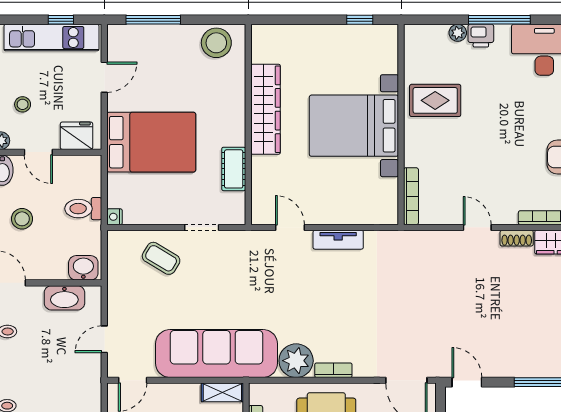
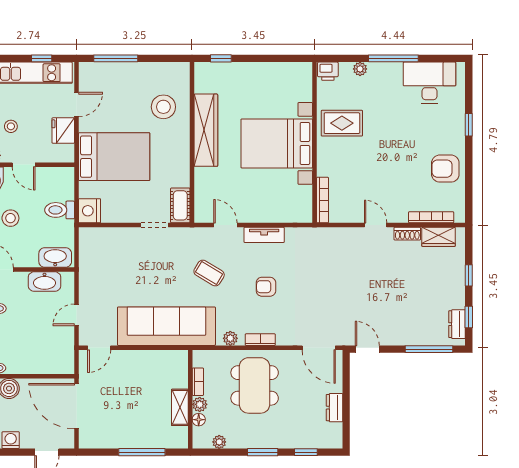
window: (360, 20) -> (221, 58), moved
printer: (481, 36) -> (328, 71), moved
stool: (216, 43) -> (163, 107), moved
fridge: (77, 136) -> (63, 131), moved, turned -90
cot: (234, 169) -> (180, 205), moved
nightstand: (115, 217) -> (90, 211), width x1.89, depth x1.79
coffee table: (161, 258) -> (209, 273), moved
washbasin: (83, 268) -> (55, 257), width x1.38
armchair: (341, 304) -> (266, 287), added
plant: (296, 361) -> (230, 338), width x0.53, depth x0.53
shelving: (222, 392) -> (171, 357), removed

